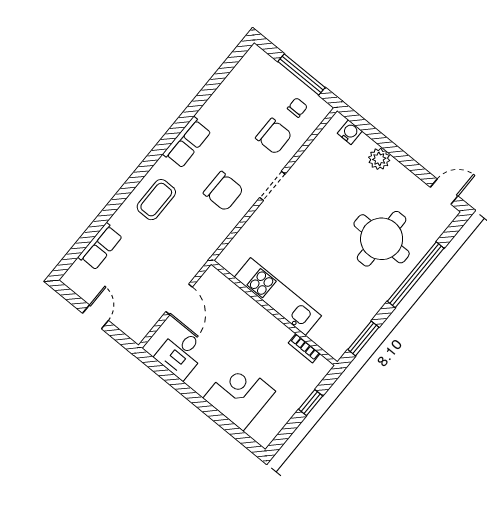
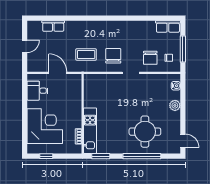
row of seats: (187, 143) -> (168, 26), moved
chair: (223, 191) -> (113, 56), turned 180
coffee table: (156, 200) -> (86, 54), moved
kitchen unit: (278, 297) -> (90, 131), moved
door: (179, 299) -> (58, 73), swing flipped
corner desk: (239, 395) -> (45, 126), width x1.36, depth x1.36
window: (311, 403) -> (46, 156), moved

